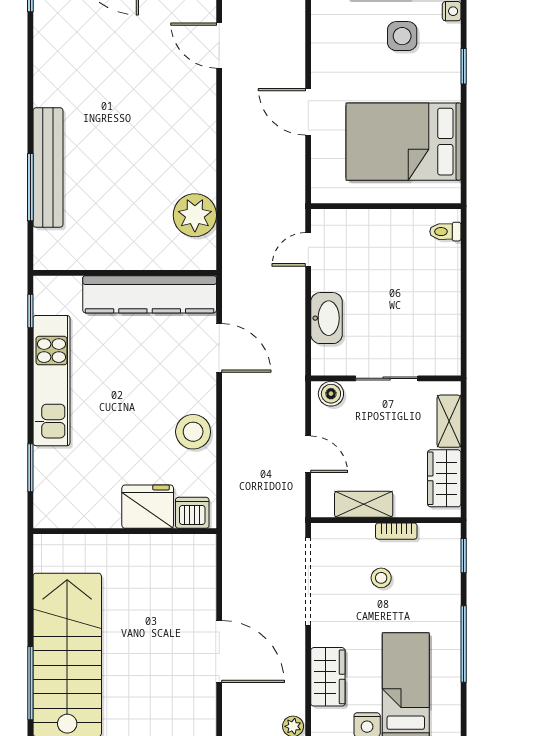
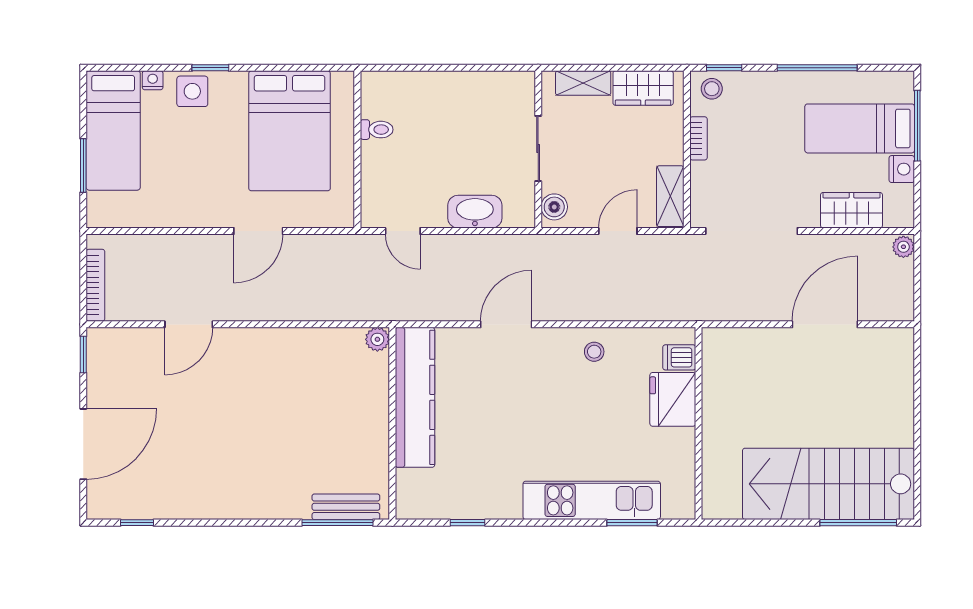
side table: (402, 36) -> (192, 91), moved
bench: (48, 167) -> (346, 507), width x0.54, depth x0.82
plant: (195, 215) -> (377, 339), width x0.53, depth x0.53
toilet: (445, 232) -> (377, 130), moved, turned -90
wall: (125, 273) -> (392, 423), moved
kitchen counter: (150, 294) -> (415, 397), moved
kitchen unit: (51, 381) -> (592, 500), moved
stool: (193, 432) -> (594, 352), width x0.53, depth x0.53
shelving: (364, 504) -> (670, 196), moved
dishwasher: (192, 513) -> (679, 357), width x0.73
stool: (381, 578) -> (712, 89), moved

